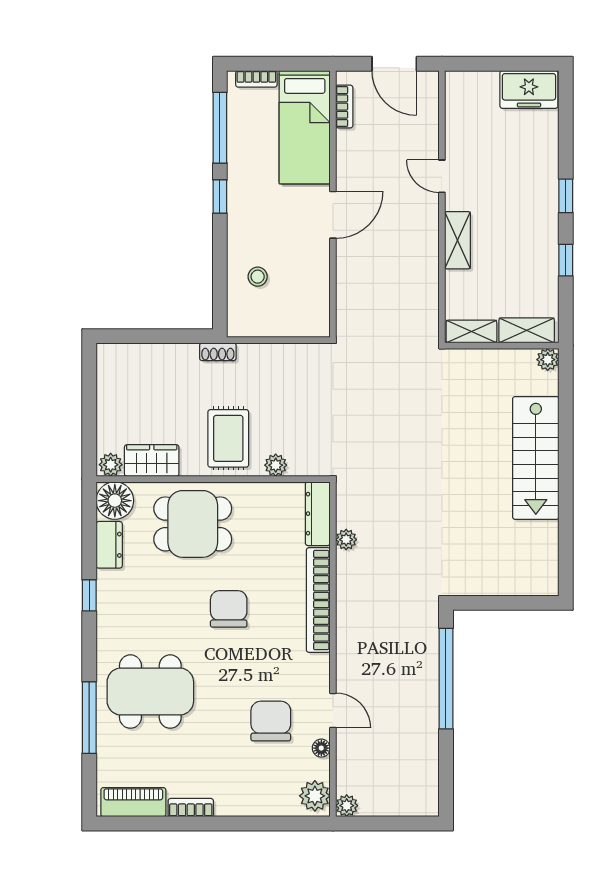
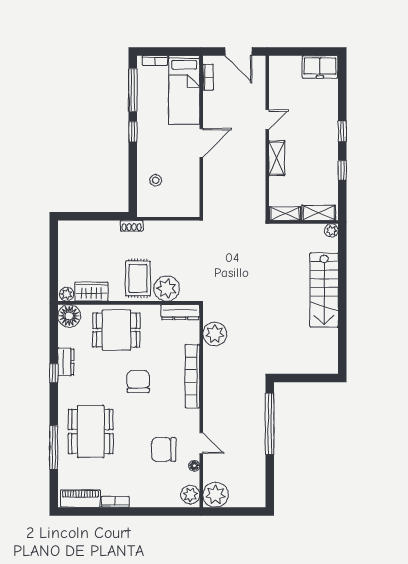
door: (442, 176) -> (267, 120), swing flipped
plant: (276, 465) -> (167, 289), width x1.88, depth x1.88
dresser: (318, 514) -> (180, 312), moved, turned -90
plant: (346, 540) -> (215, 334), width x1.88, depth x1.88
dresser: (109, 545) -> (66, 362), moved
dining table: (150, 692) -> (91, 432), turned 90
chair: (271, 721) -> (164, 449), turned -90
plant: (347, 806) -> (215, 495), width x1.88, depth x1.88

